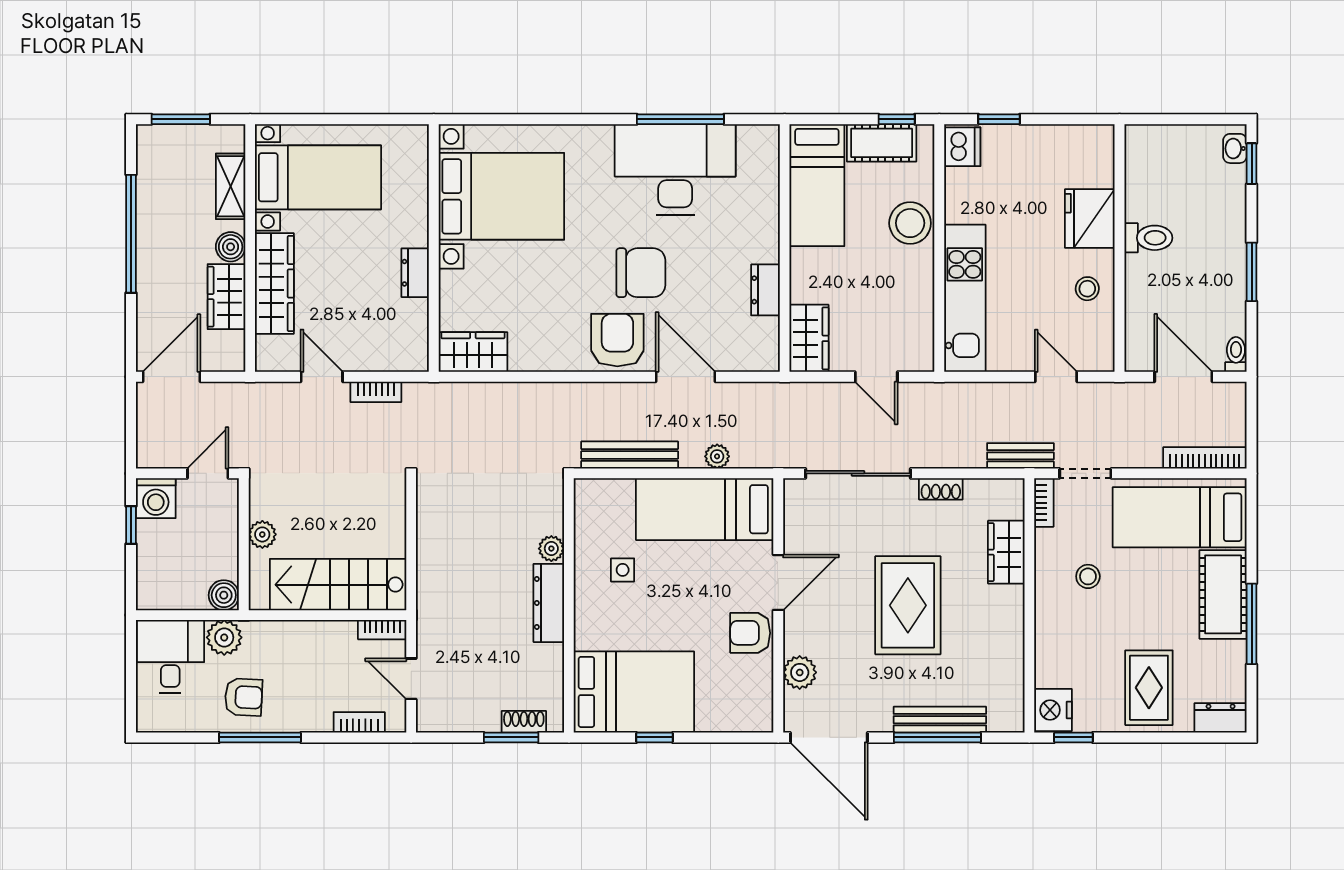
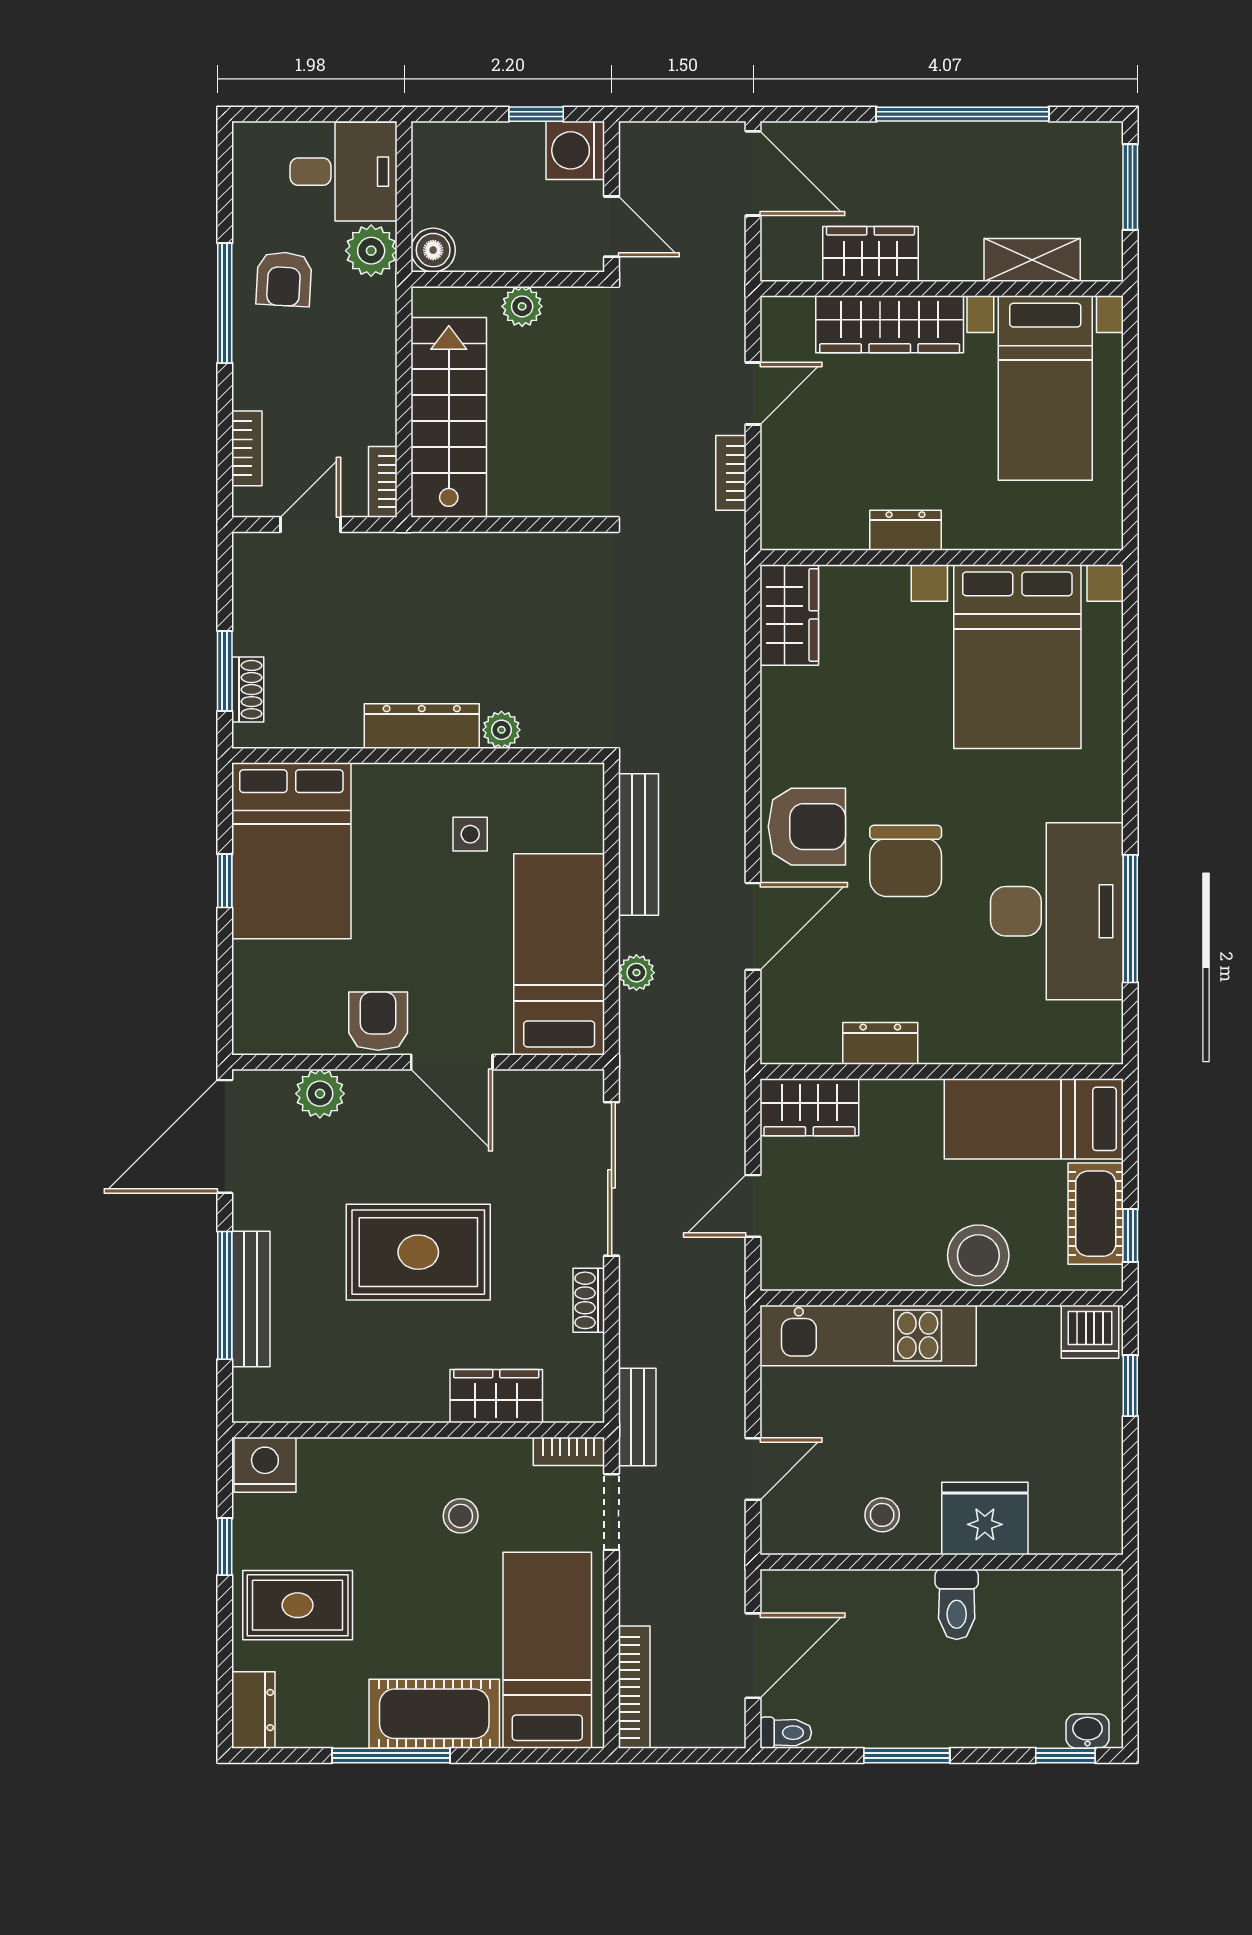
boiler: (231, 247) -> (943, 260), removed
window: (1073, 737) -> (225, 1547), moved

